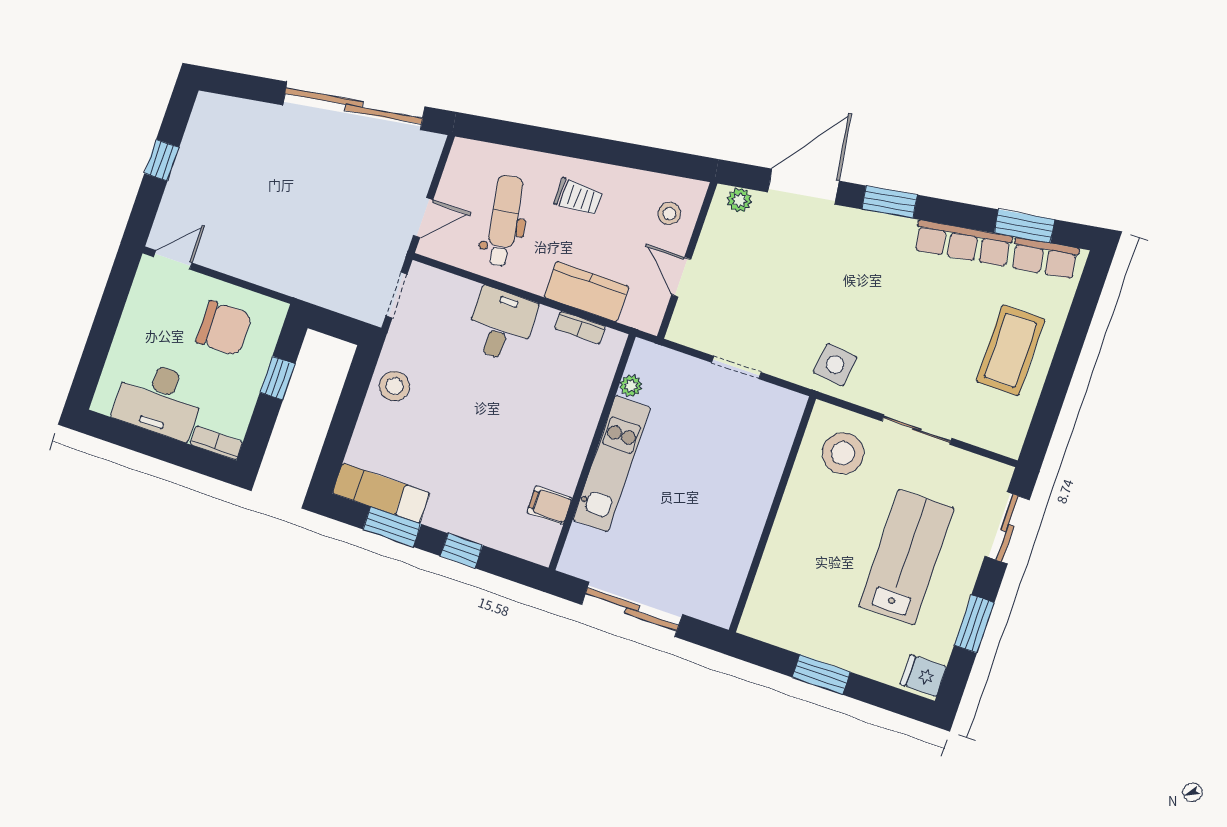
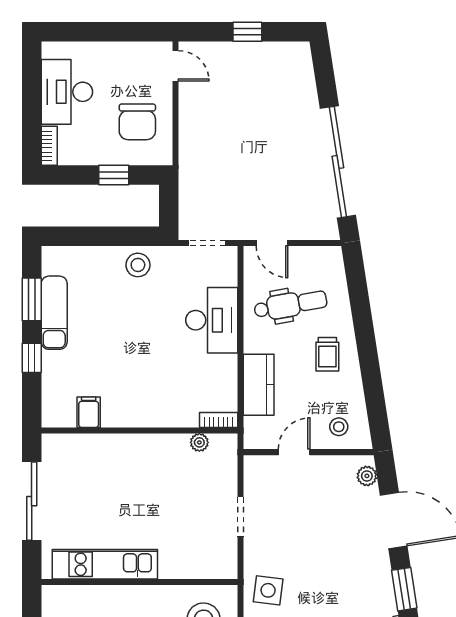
desk: (501, 325) -> (212, 320), width x1.37
bookcase: (580, 328) -> (219, 420), moved, turned 90
kitchen unit: (612, 464) -> (105, 564), moved, turned 180
exam couch: (381, 493) -> (54, 313), moved

